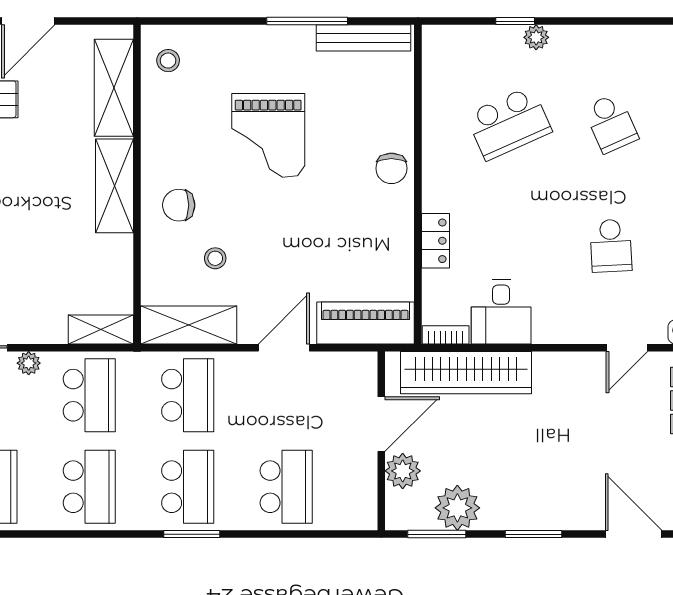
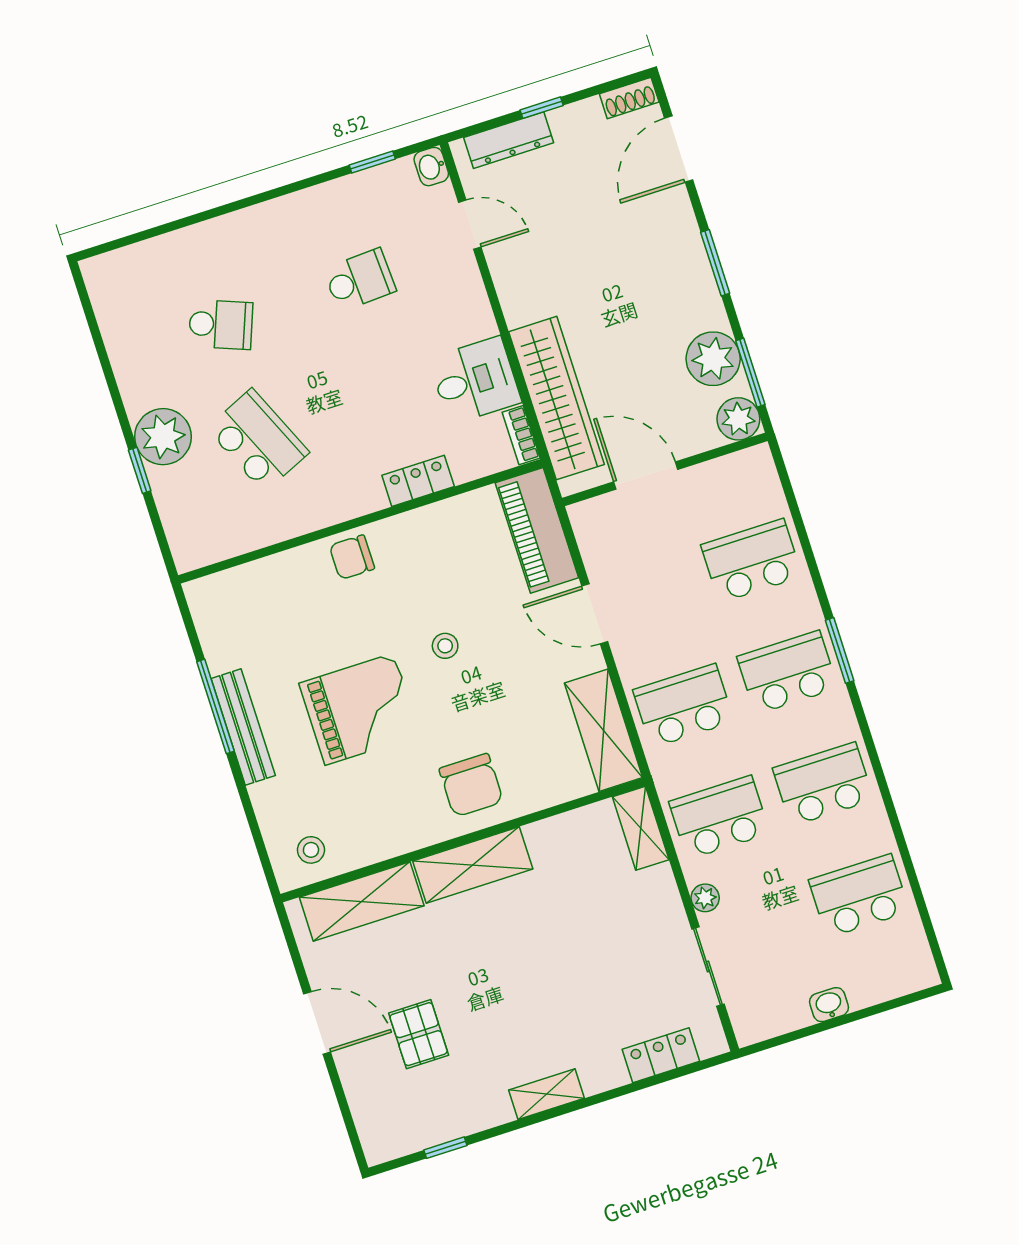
plant: (536, 37) -> (163, 437), width x1.87, depth x1.87
bench: (363, 38) -> (243, 727), moved
school desk: (611, 123) -> (221, 325), turned 45
chair: (391, 168) -> (352, 557), turned 180
chair: (179, 205) -> (471, 785), width x1.37, depth x1.37
stool: (215, 258) -> (445, 646), moved
plant: (403, 471) -> (738, 419), moved

